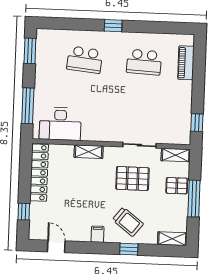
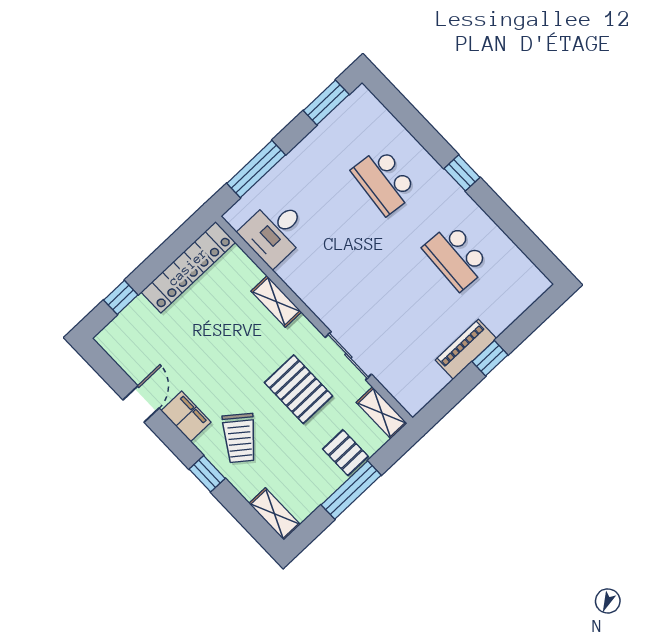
piano: (186, 63) -> (466, 349), moved
window: (197, 123) -> (490, 358), moved
desk: (60, 124) -> (275, 232), width x0.73
filing cabinet: (98, 234) -> (186, 416), width x2.00
door: (56, 246) -> (141, 404), moved

